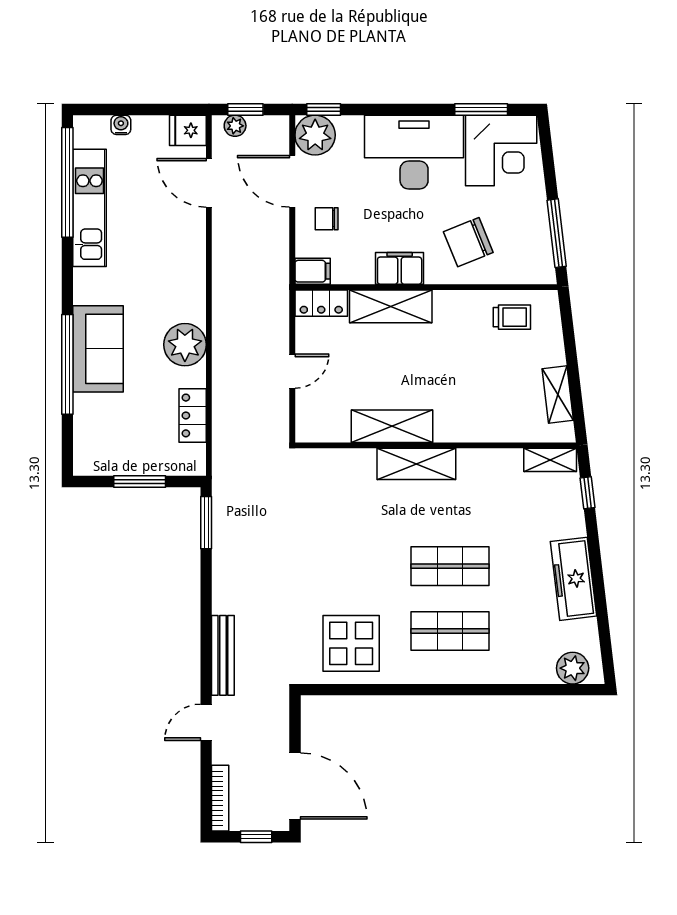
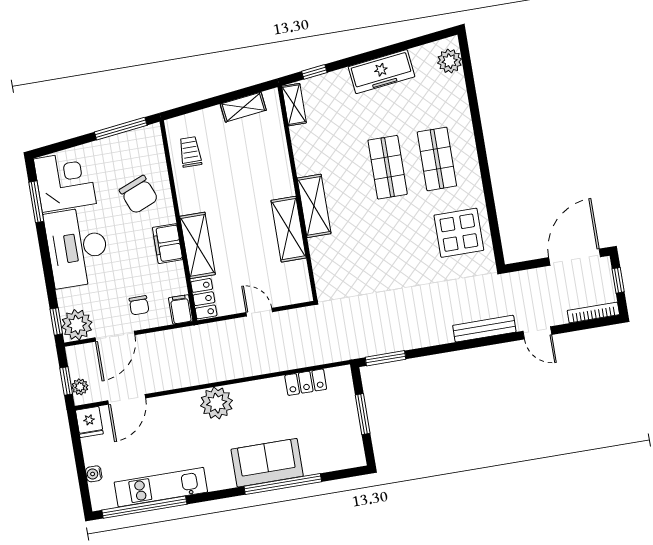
plant: (185, 345) -> (217, 403), moved

